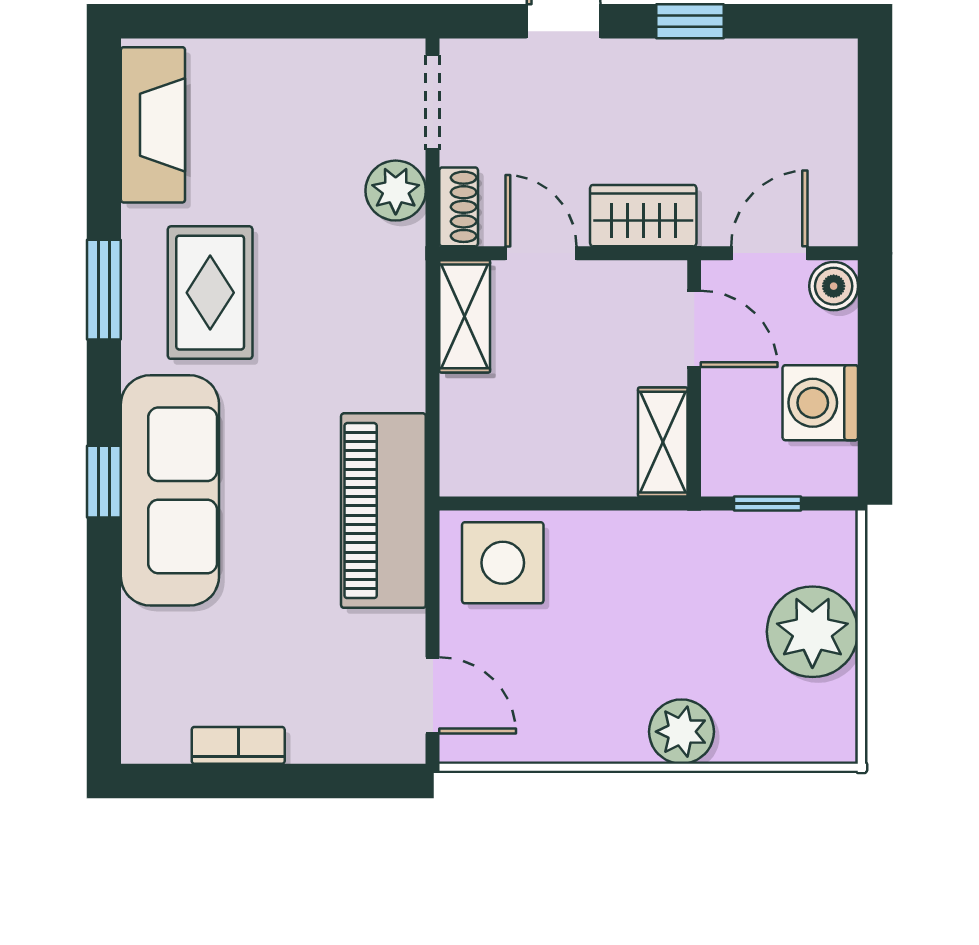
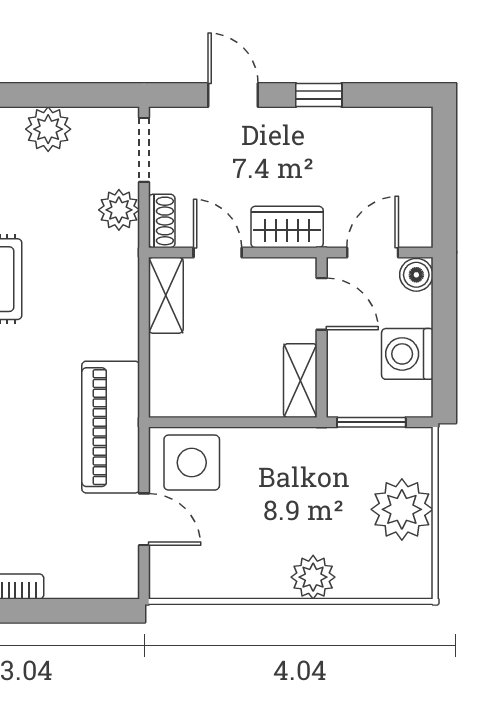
plant: (291, 72) -> (48, 129), added
window: (767, 503) -> (371, 422), width x1.50
door: (433, 695) -> (144, 519), moved

